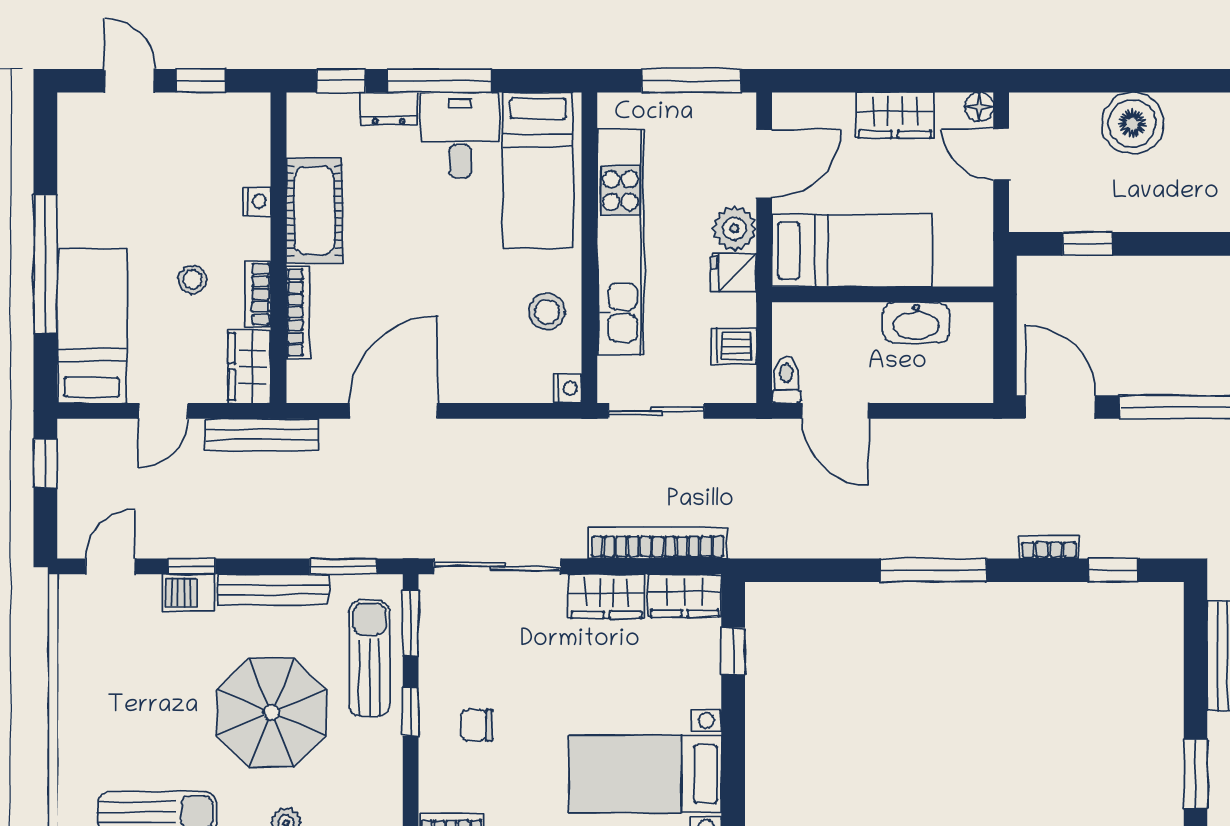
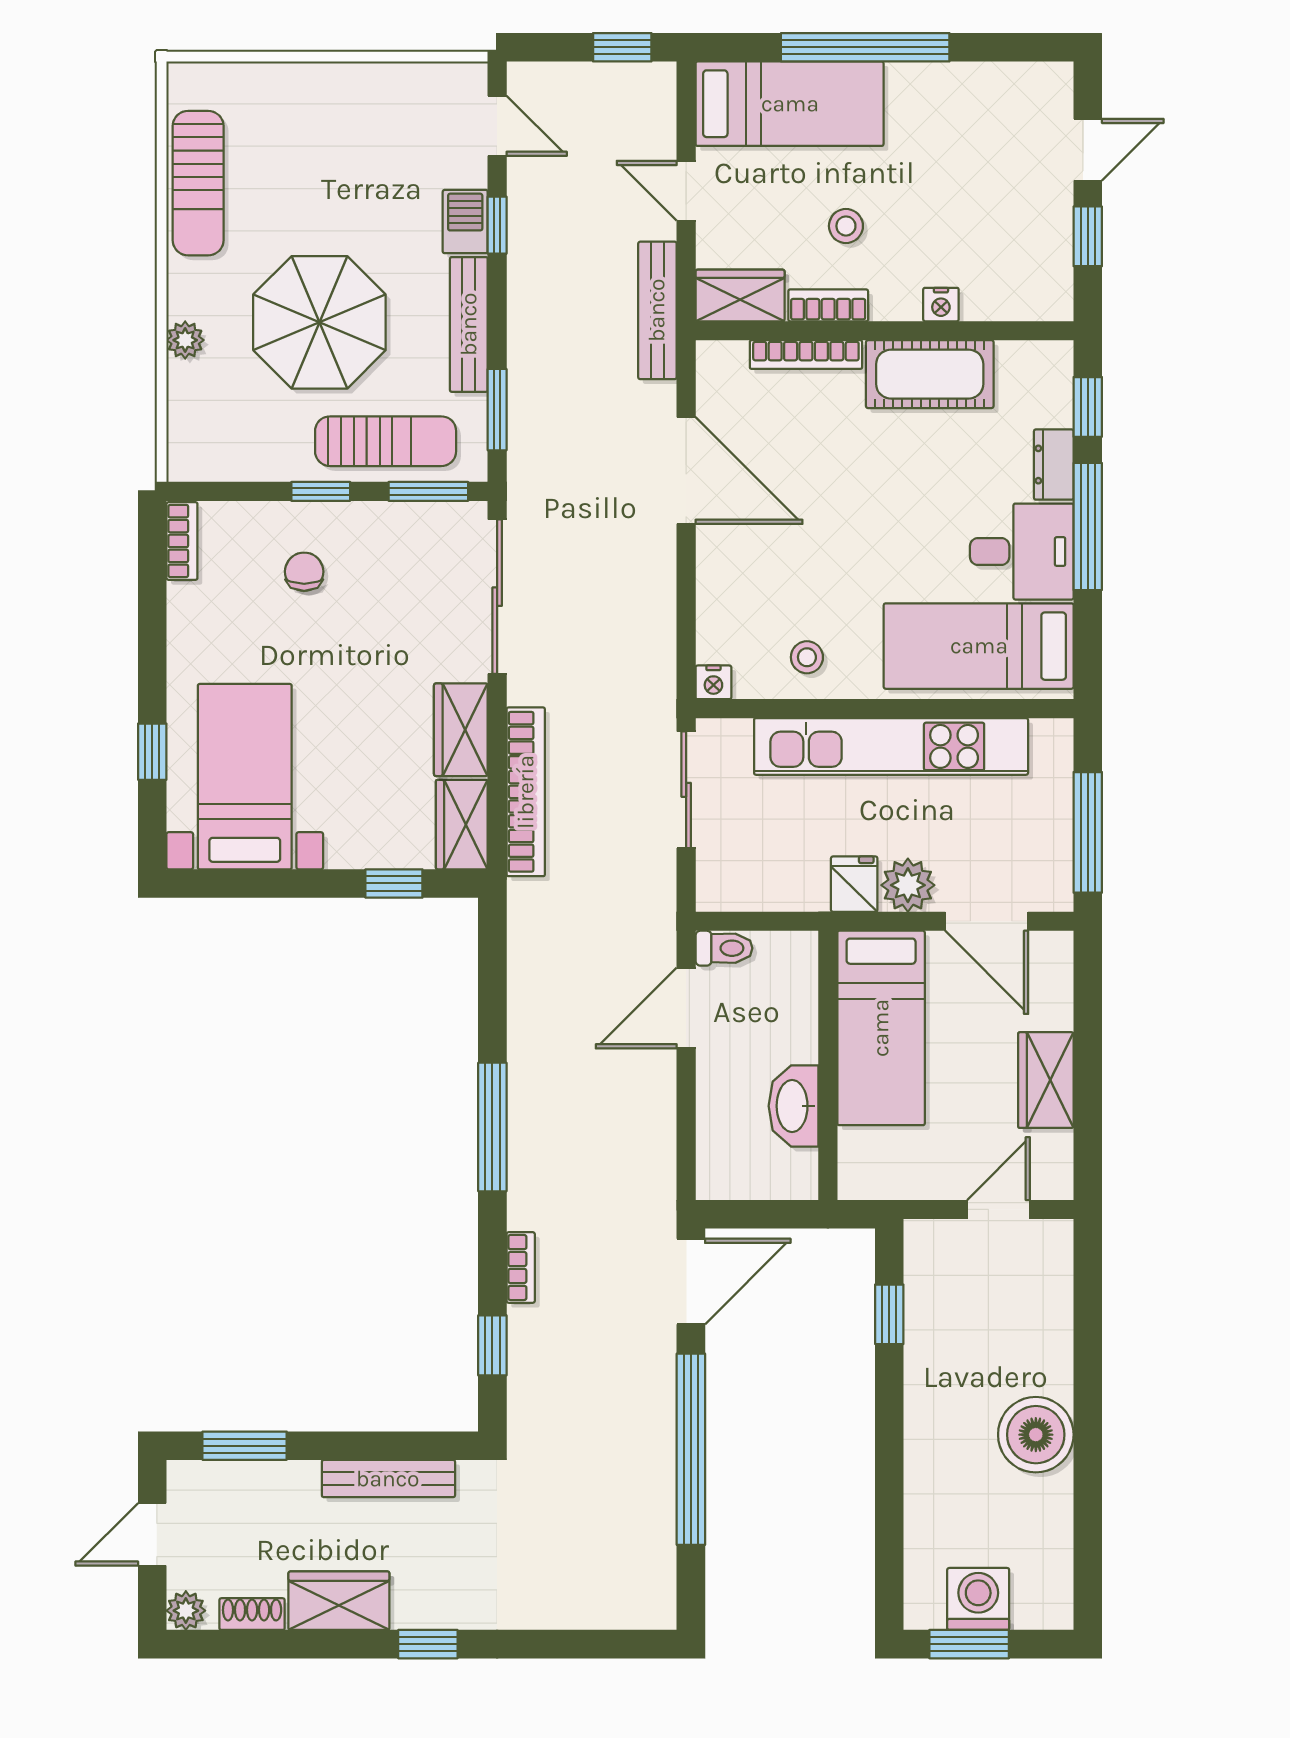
floor lamp: (979, 107) -> (1056, 1182), removed
boiler: (1132, 123) -> (1036, 1435), moved
stool: (547, 312) -> (807, 657), width x0.73, depth x0.73
dishwasher: (733, 346) -> (765, 884), removed

